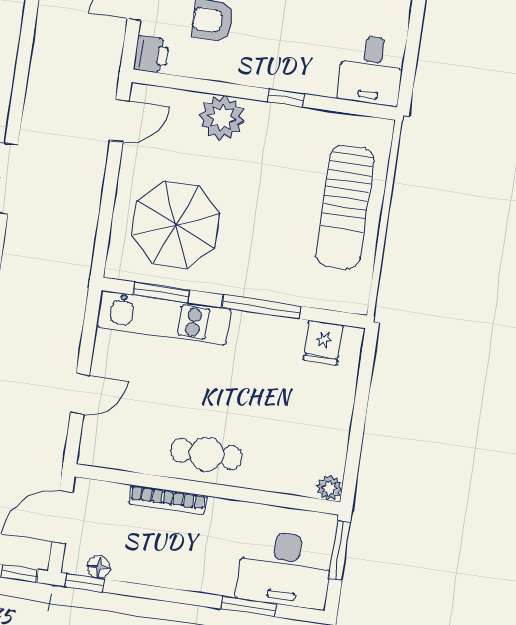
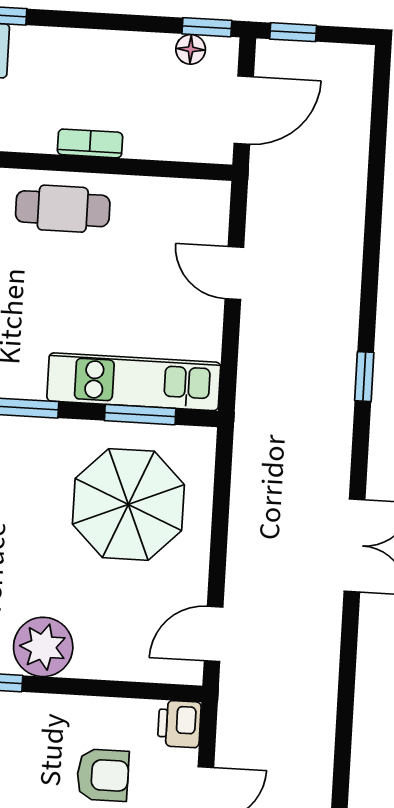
plant: (222, 118) -> (43, 647), moved
door: (80, 394) -> (234, 273), hinge flipped
bookcase: (168, 500) -> (90, 143), width x0.64

